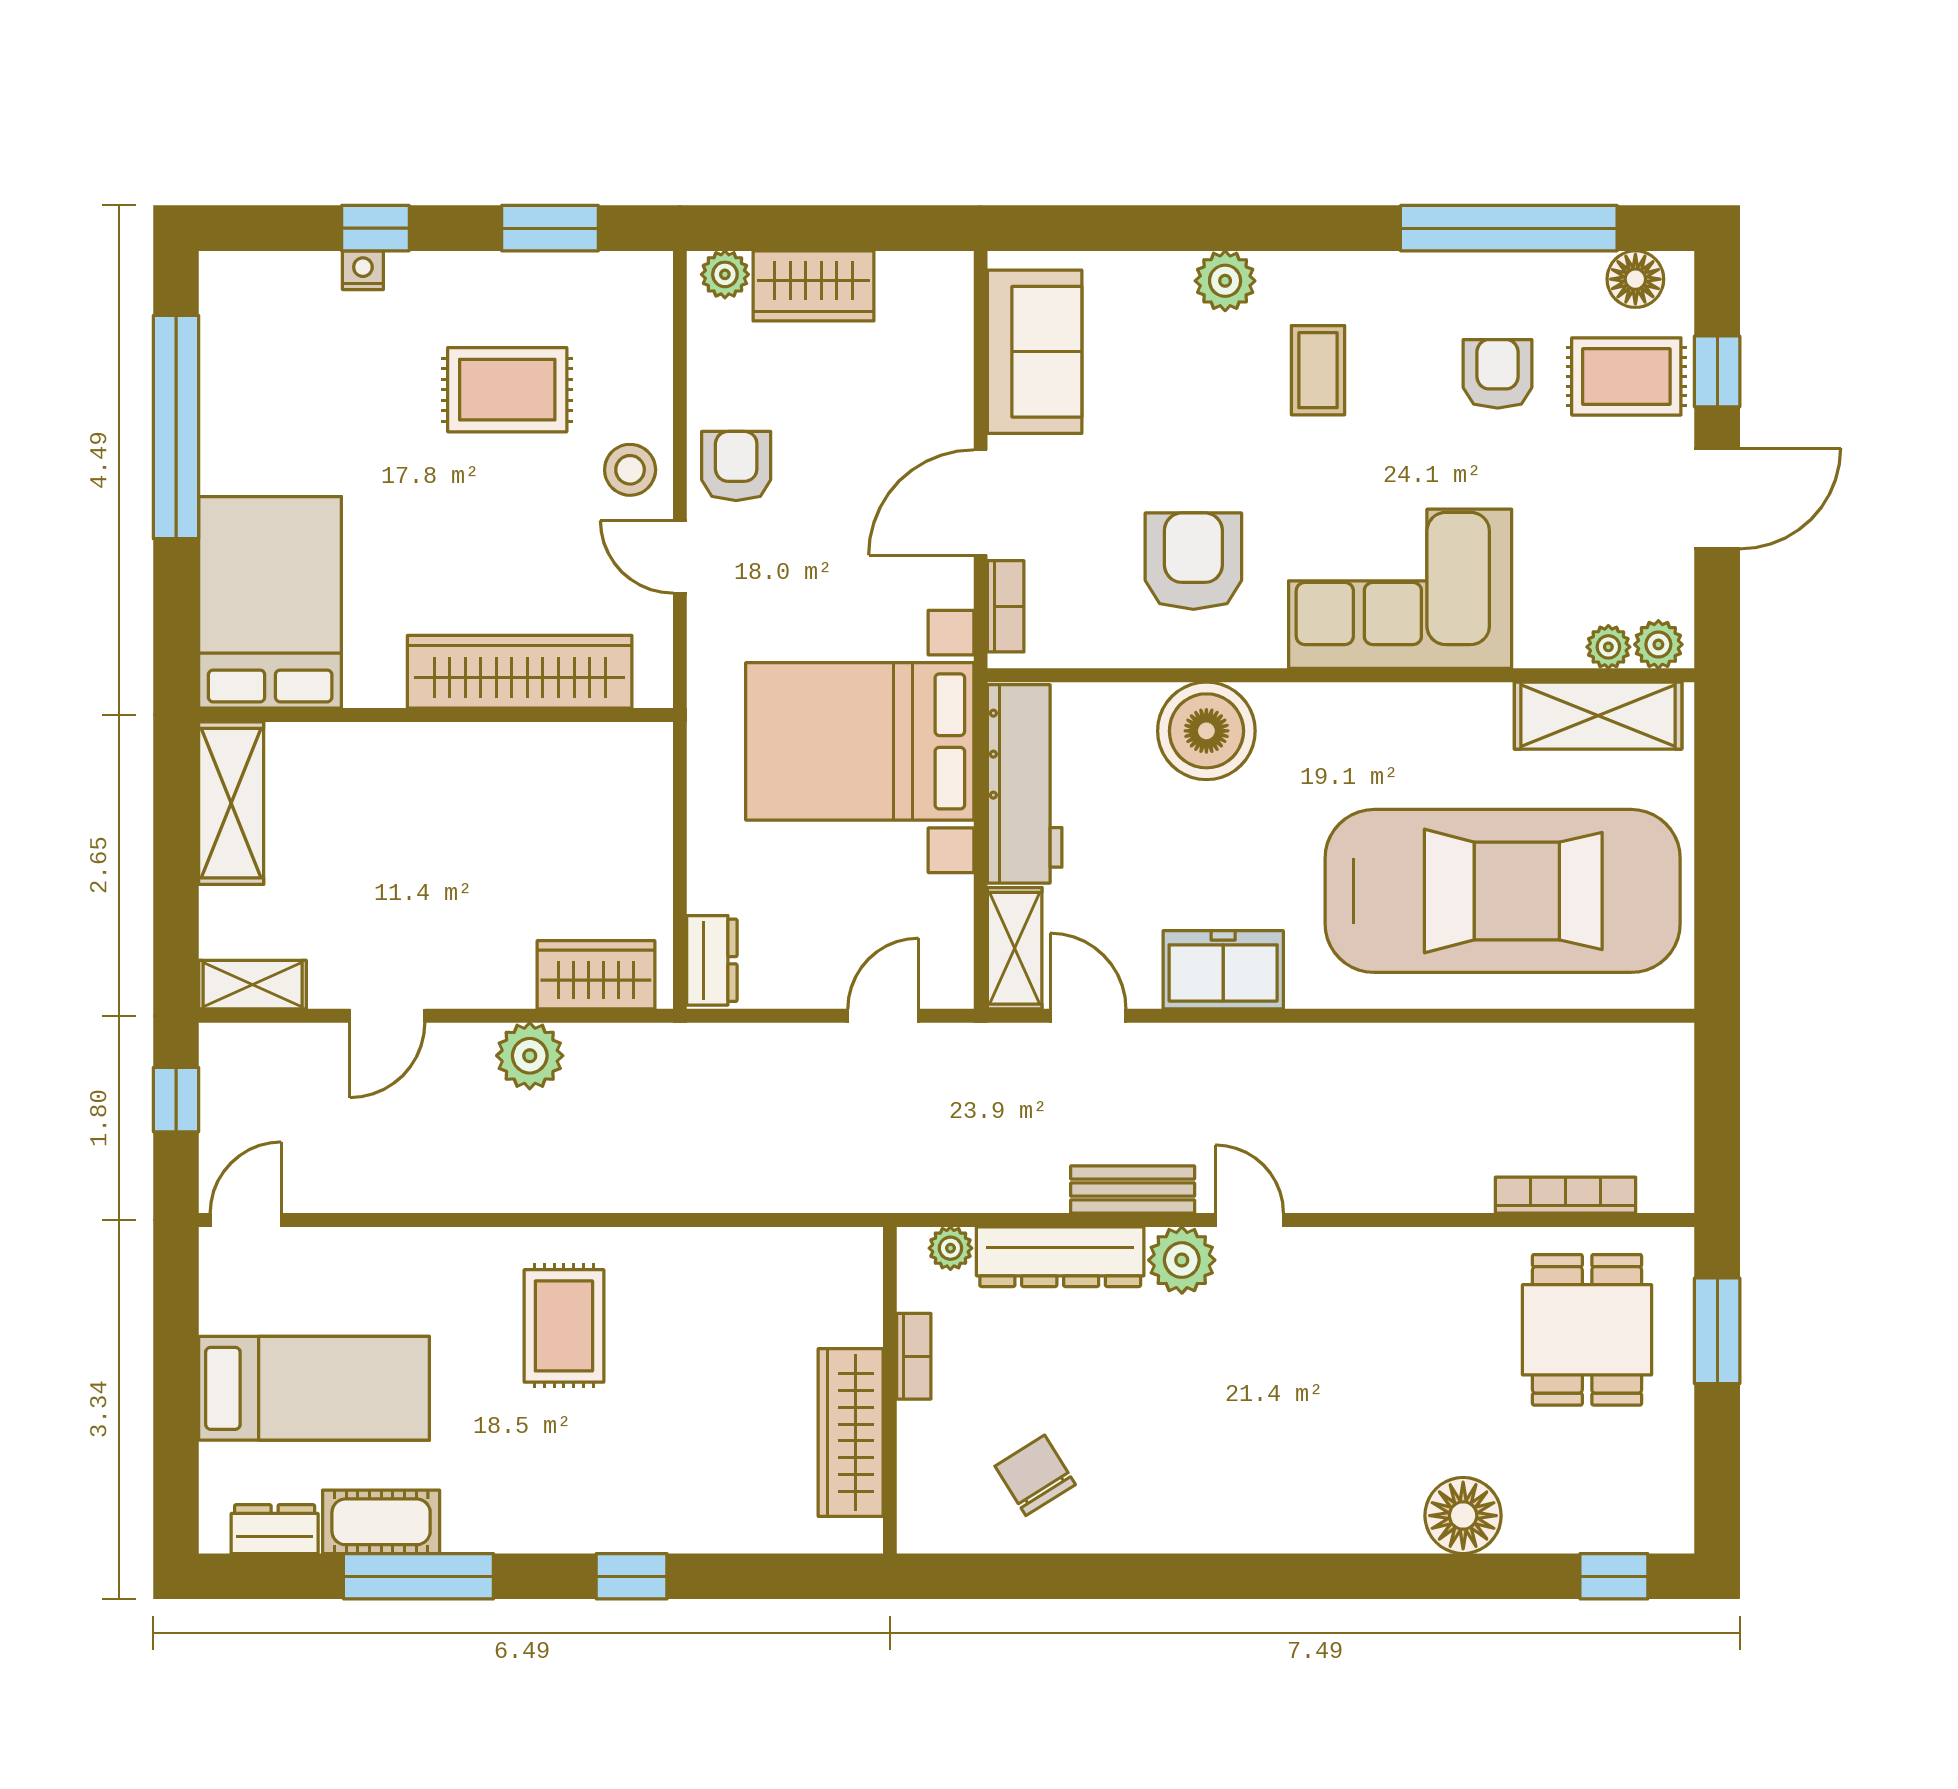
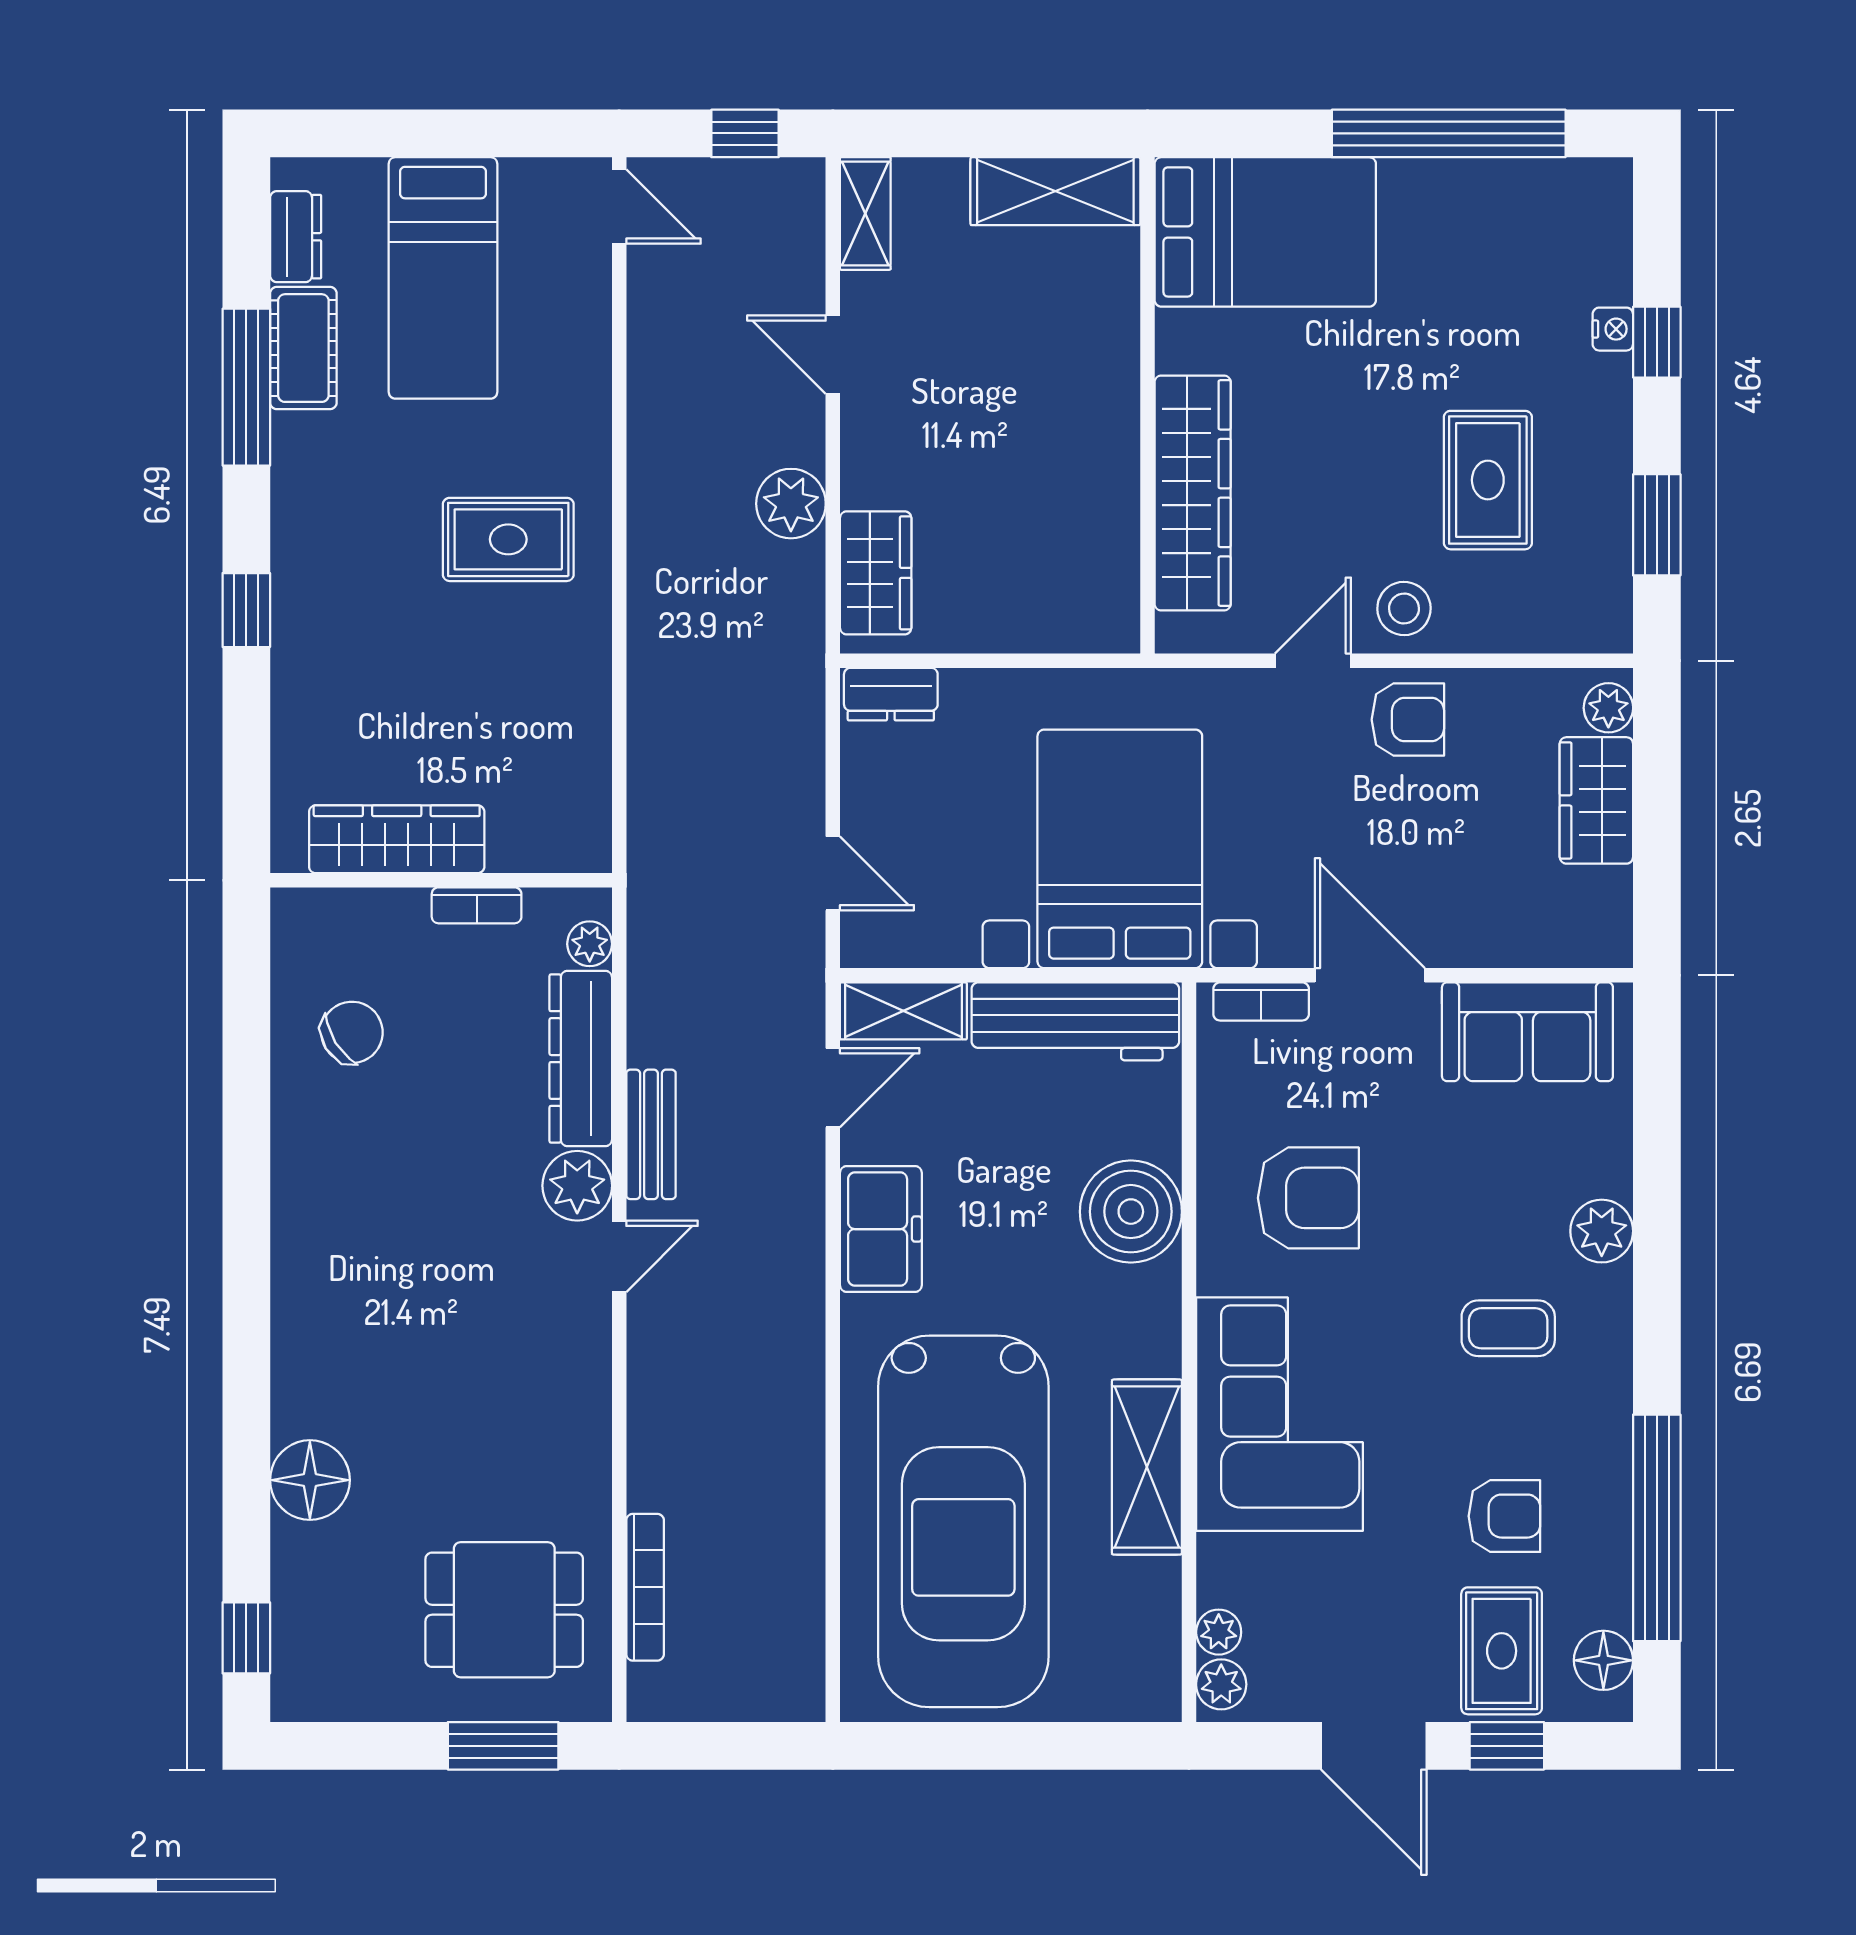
shelving: (1598, 716) -> (1147, 1467), moved

